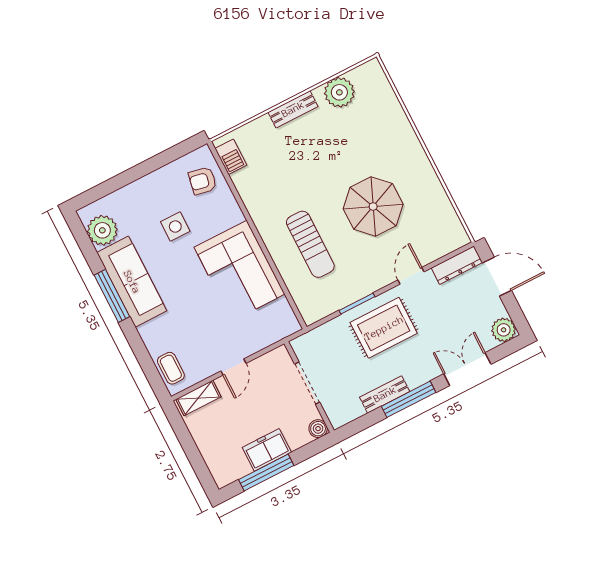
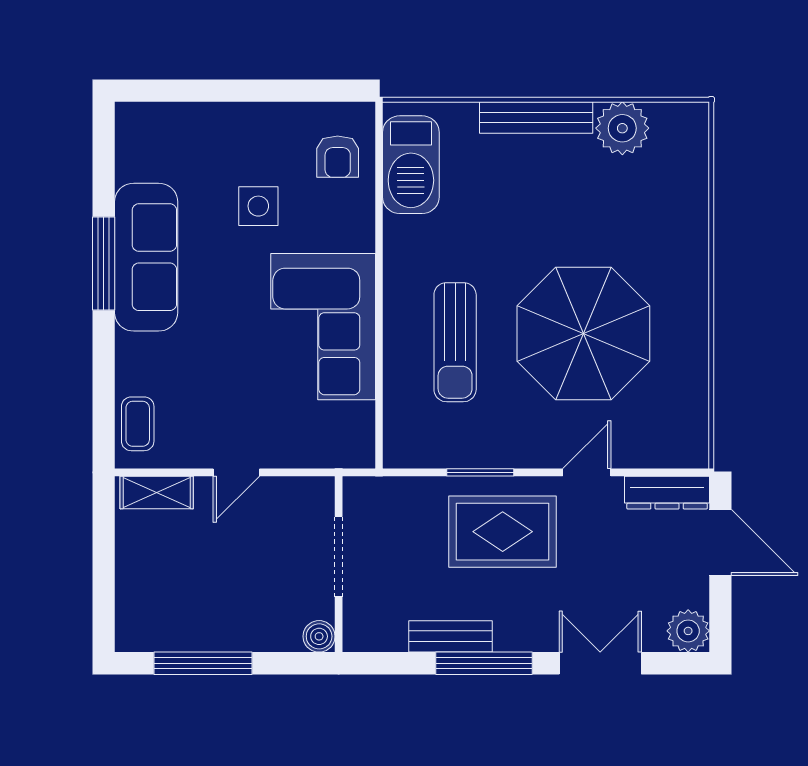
bench: (293, 109) -> (536, 117), width x1.36
barbecue: (231, 157) -> (411, 165), width x1.88, depth x1.53
armchair: (203, 181) -> (338, 157), turned -101
parasol: (373, 206) -> (583, 334), width x1.36, depth x1.36
plant: (102, 230) -> (141, 153), removed
freezer: (267, 450) -> (222, 628), removed

